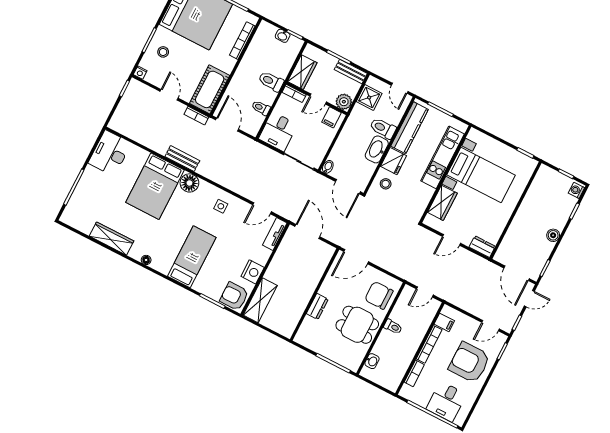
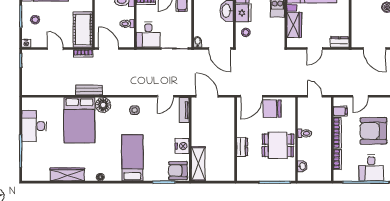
desk: (110, 153) -> (34, 126), moved
door: (425, 292) -> (315, 96), swing flipped
chair: (379, 295) -> (272, 109), moved
door: (491, 326) -> (361, 96), moved

